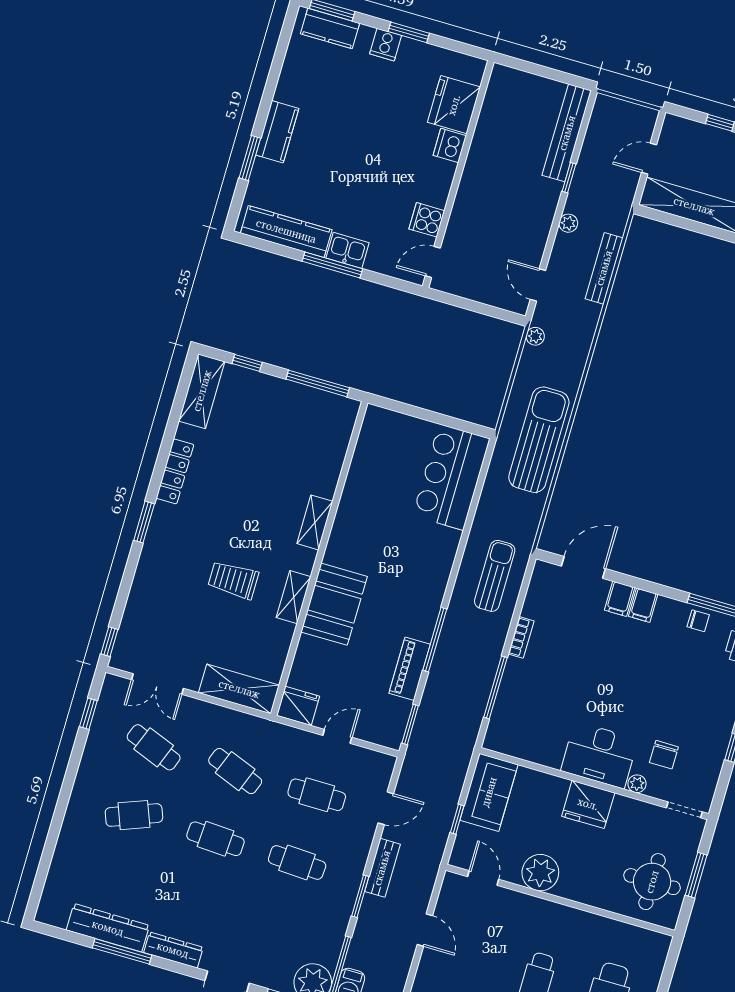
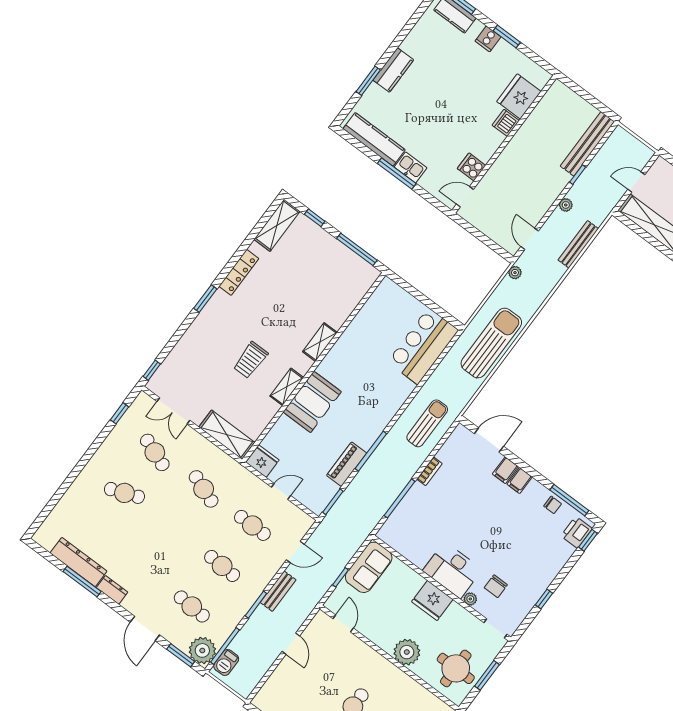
trolley: (233, 580) -> (251, 360), turned -90
cafe table: (215, 839) -> (192, 606), moved
plant: (540, 873) -> (407, 652), moved
dresser: (173, 950) -> (112, 590), width x0.70

